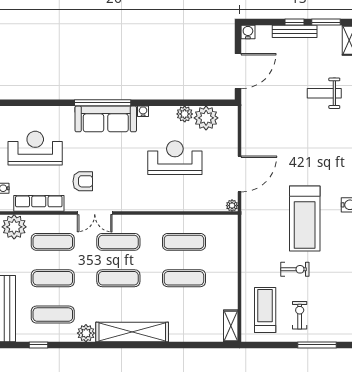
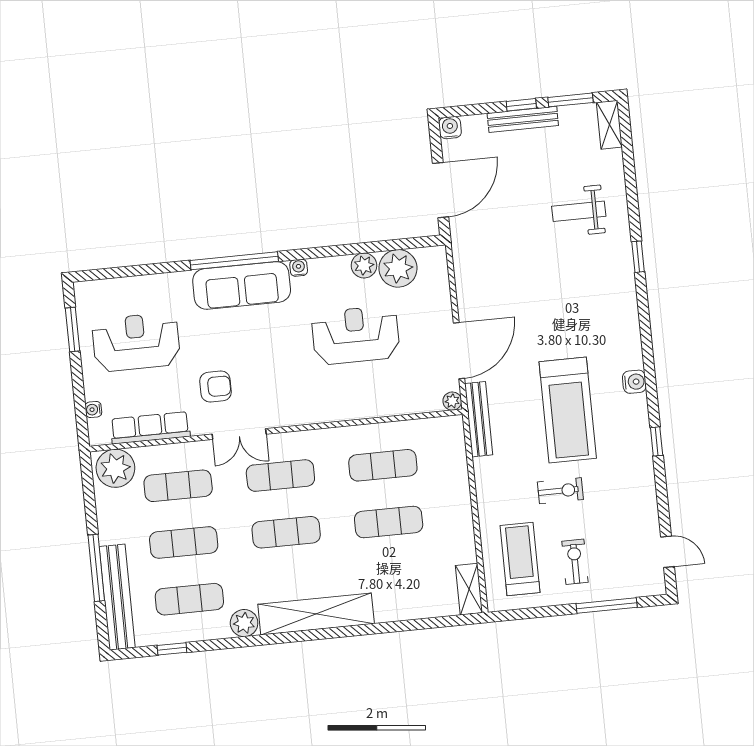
bench: (248, 219) -> (479, 419), added

